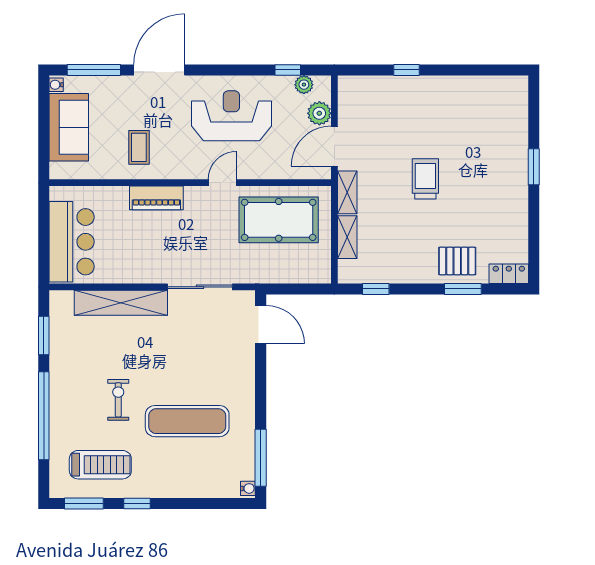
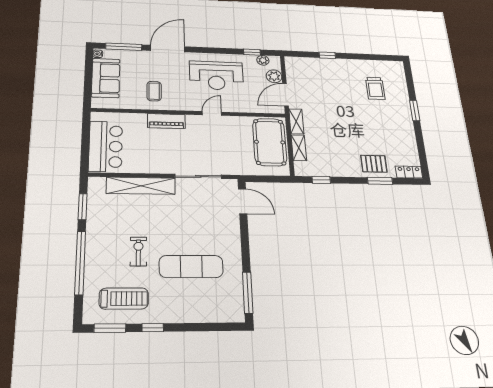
reception desk: (231, 116) -> (216, 76), turned 180
trolley: (425, 179) -> (375, 88), moved, turned 180
pool table: (279, 220) -> (270, 142), moved, turned 90
water cooler: (248, 488) -> (239, 315), removed

